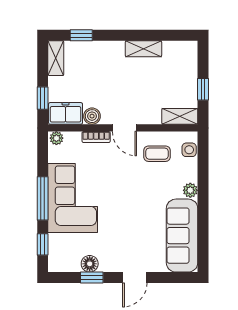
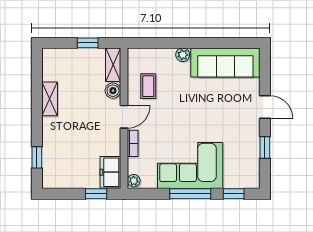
shelving: (56, 58) -> (58, 181), removed
boiler: (92, 116) -> (113, 91), moved
side table: (189, 150) -> (145, 56), removed
floor lamp: (90, 264) -> (252, 150), removed

